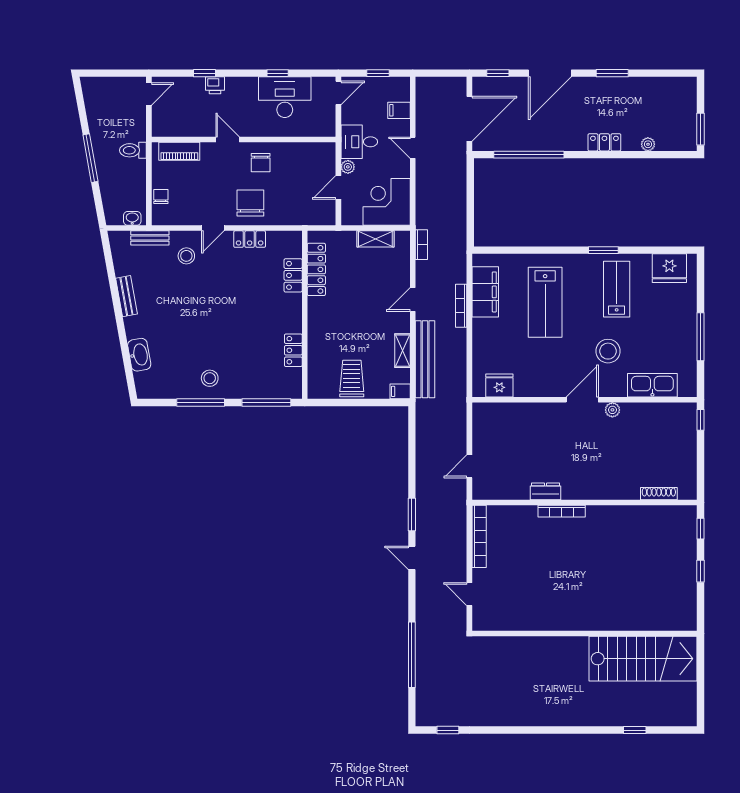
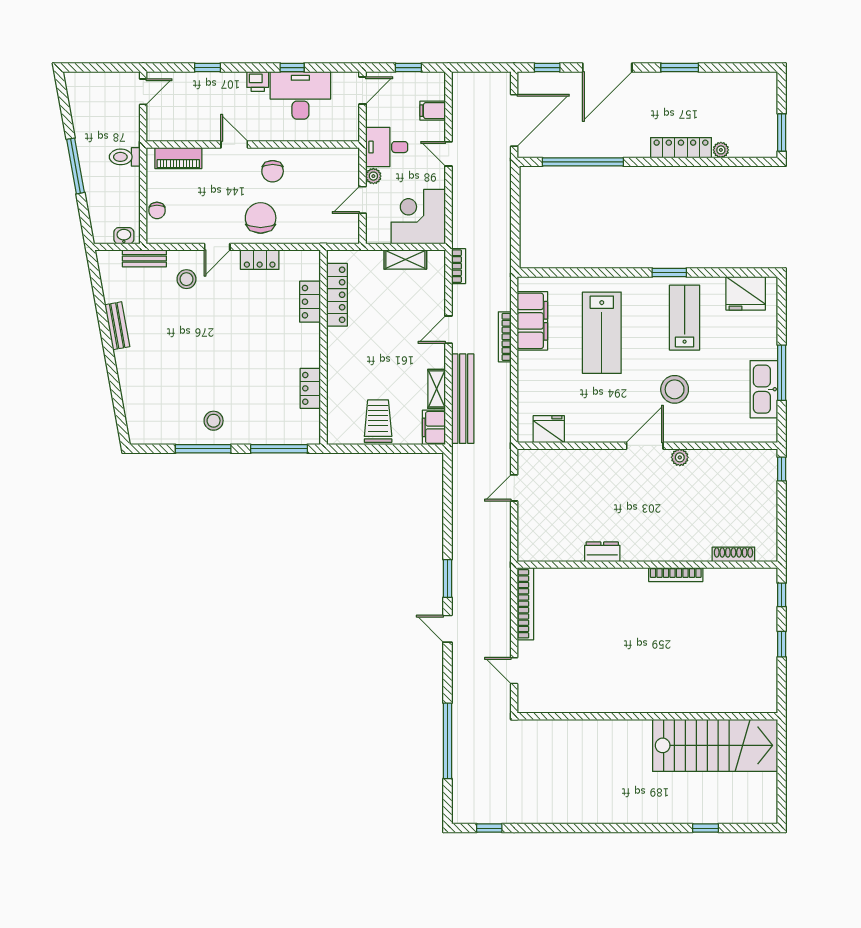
printer: (215, 85) -> (258, 82), moved
locker: (604, 142) -> (681, 148), width x1.53
chair: (161, 197) -> (157, 210), turned 180
washbasin: (139, 355) -> (132, 394), removed
kitchen sink: (652, 385) -> (764, 389), moved, turned -90
filing cabinet: (400, 391) -> (434, 427), width x2.00
door: (469, 466) -> (514, 488), moved
bookcase: (562, 511) -> (676, 575), moved

